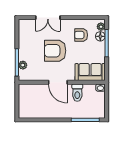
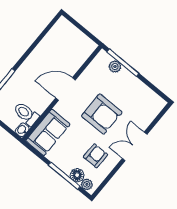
double door: (48, 18) -> (135, 146), moved
armchair: (55, 51) -> (102, 114), turned 90
toilet: (77, 93) -> (26, 114), moved

